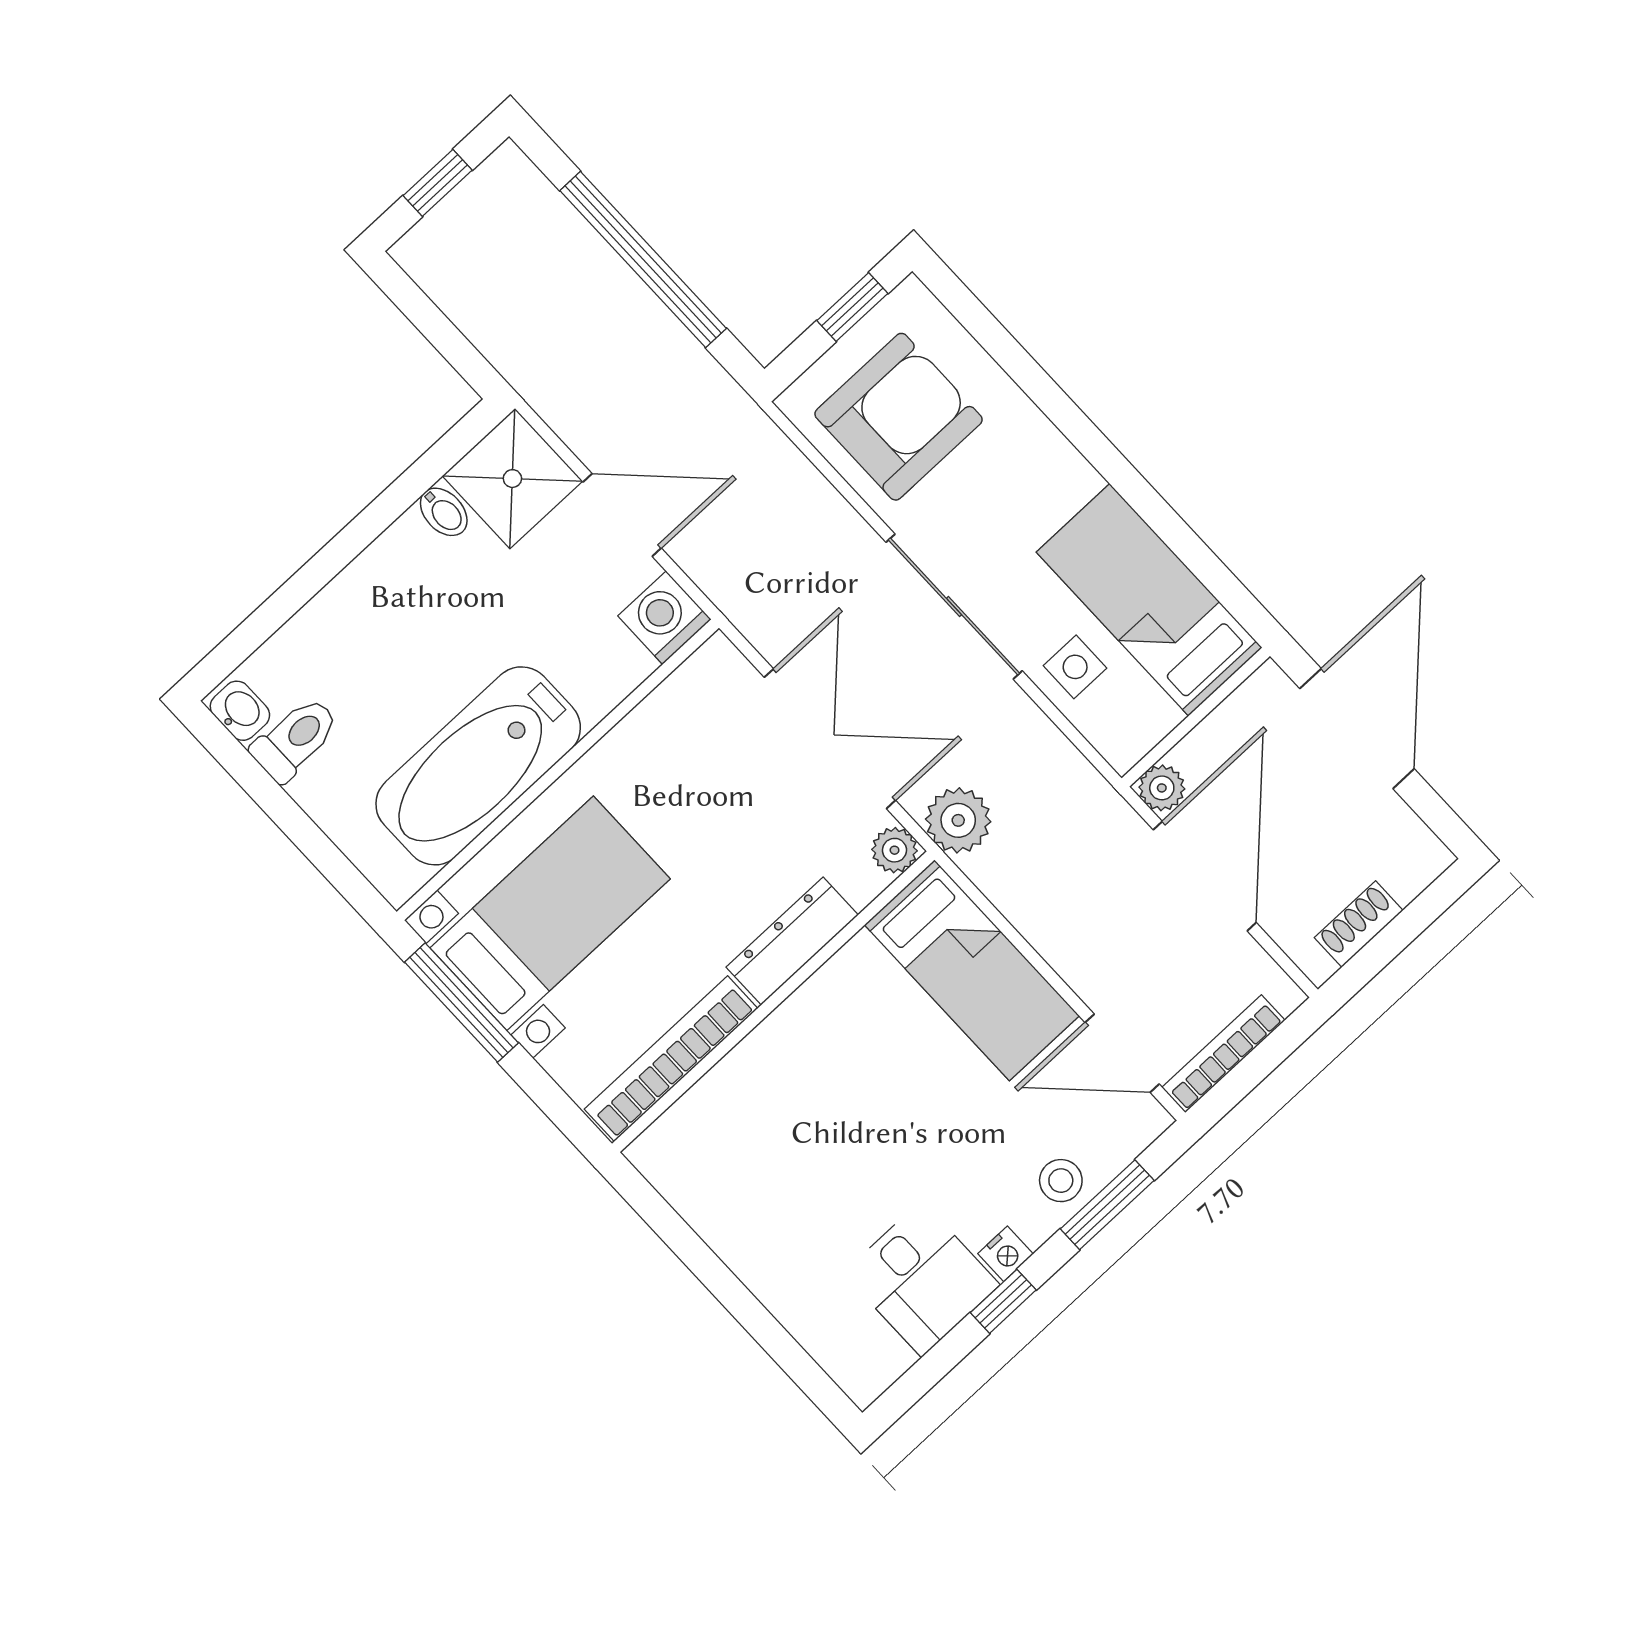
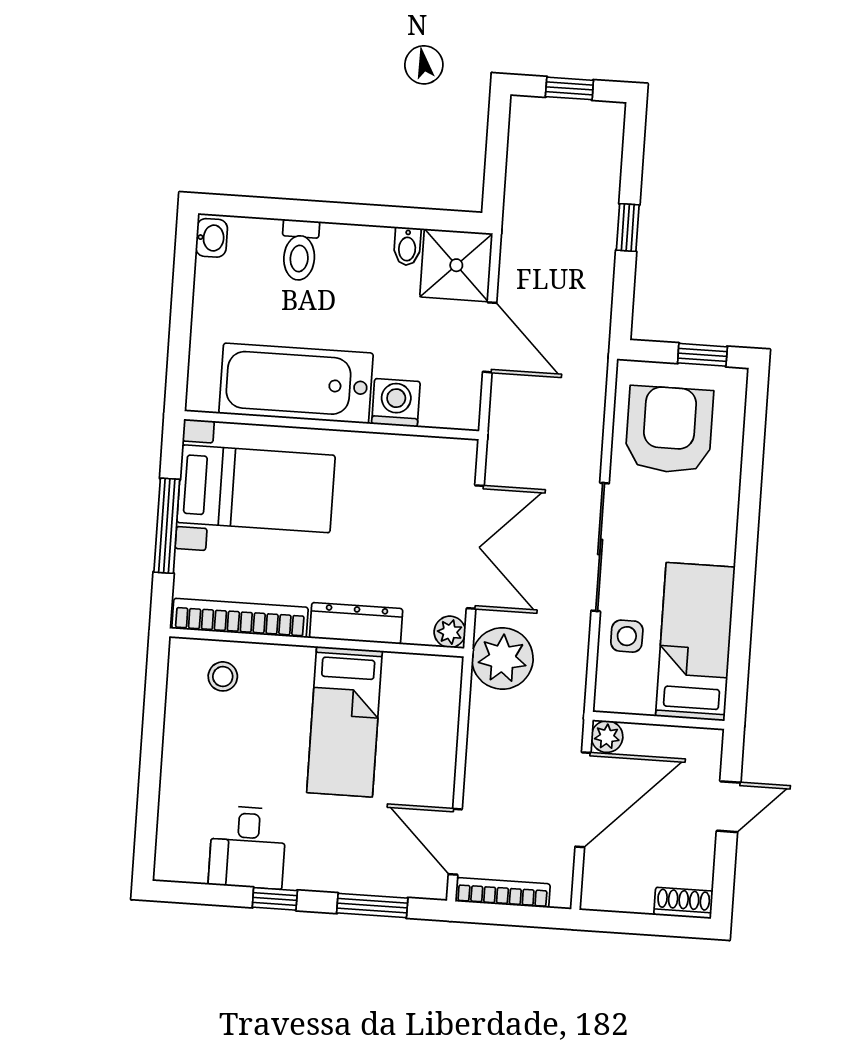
window: (643, 259) -> (628, 228), width x0.32
armchair: (899, 417) -> (669, 430), turned -90
washing machine: (664, 618) -> (396, 403), moved
door: (1357, 729) -> (729, 807), width x0.53
toilet: (295, 739) -> (300, 250), moved, turned 90
plant: (958, 820) -> (502, 658), width x1.36, depth x1.36
shoe rack: (1359, 924) -> (683, 903), moved
bed: (972, 970) -> (345, 722), moved
window: (461, 1003) -> (167, 526), moved
stool: (1061, 1181) -> (223, 676), moved
nightstand: (1006, 1254) -> (300, 878), removed

